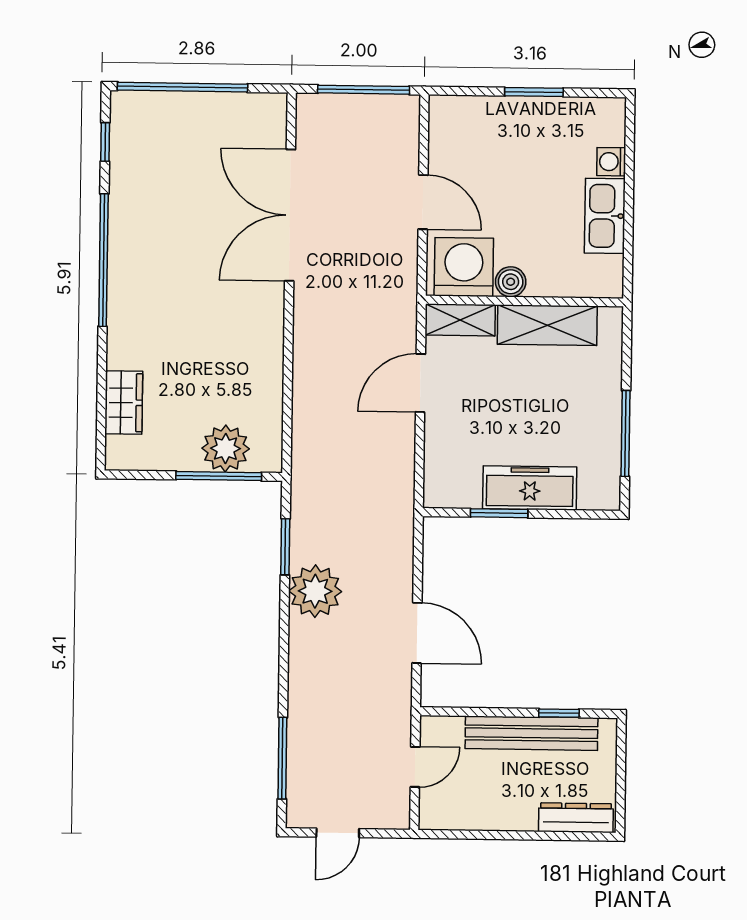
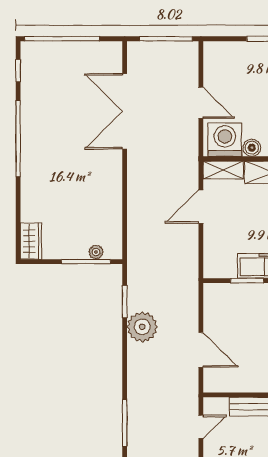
wardrobe: (124, 403) -> (31, 241), moved
plant: (226, 448) -> (96, 252), width x0.53, depth x0.53

